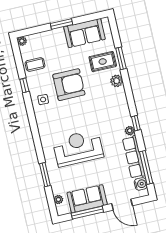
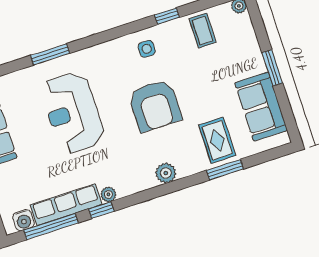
plant: (117, 81) -> (166, 173), moved
armchair: (69, 85) -> (155, 106), moved
window: (136, 123) -> (101, 210), moved
reception desk: (78, 148) -> (73, 113), turned 180
window: (45, 175) -> (50, 54), moved

